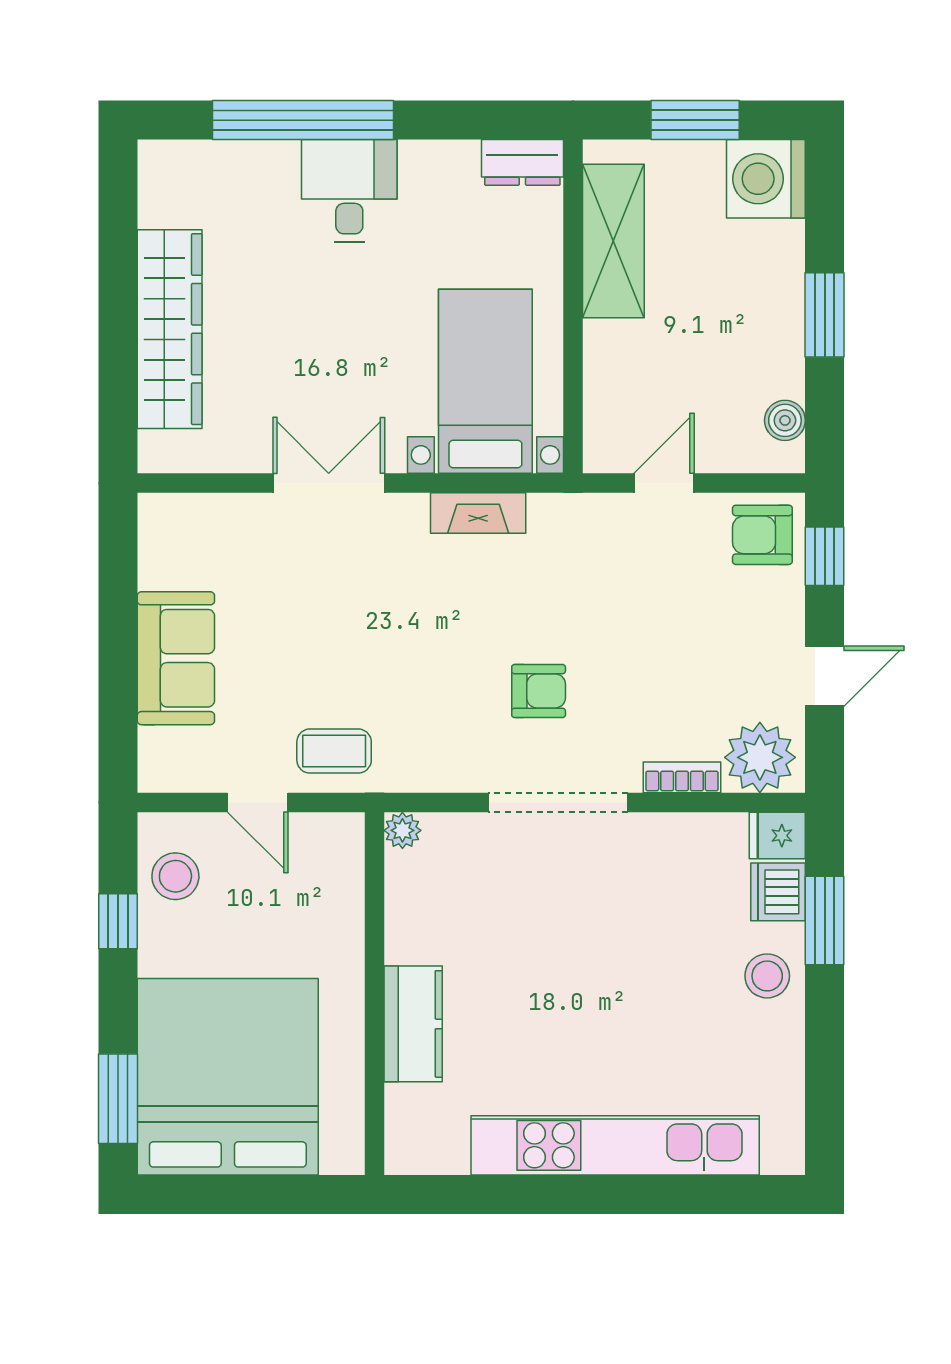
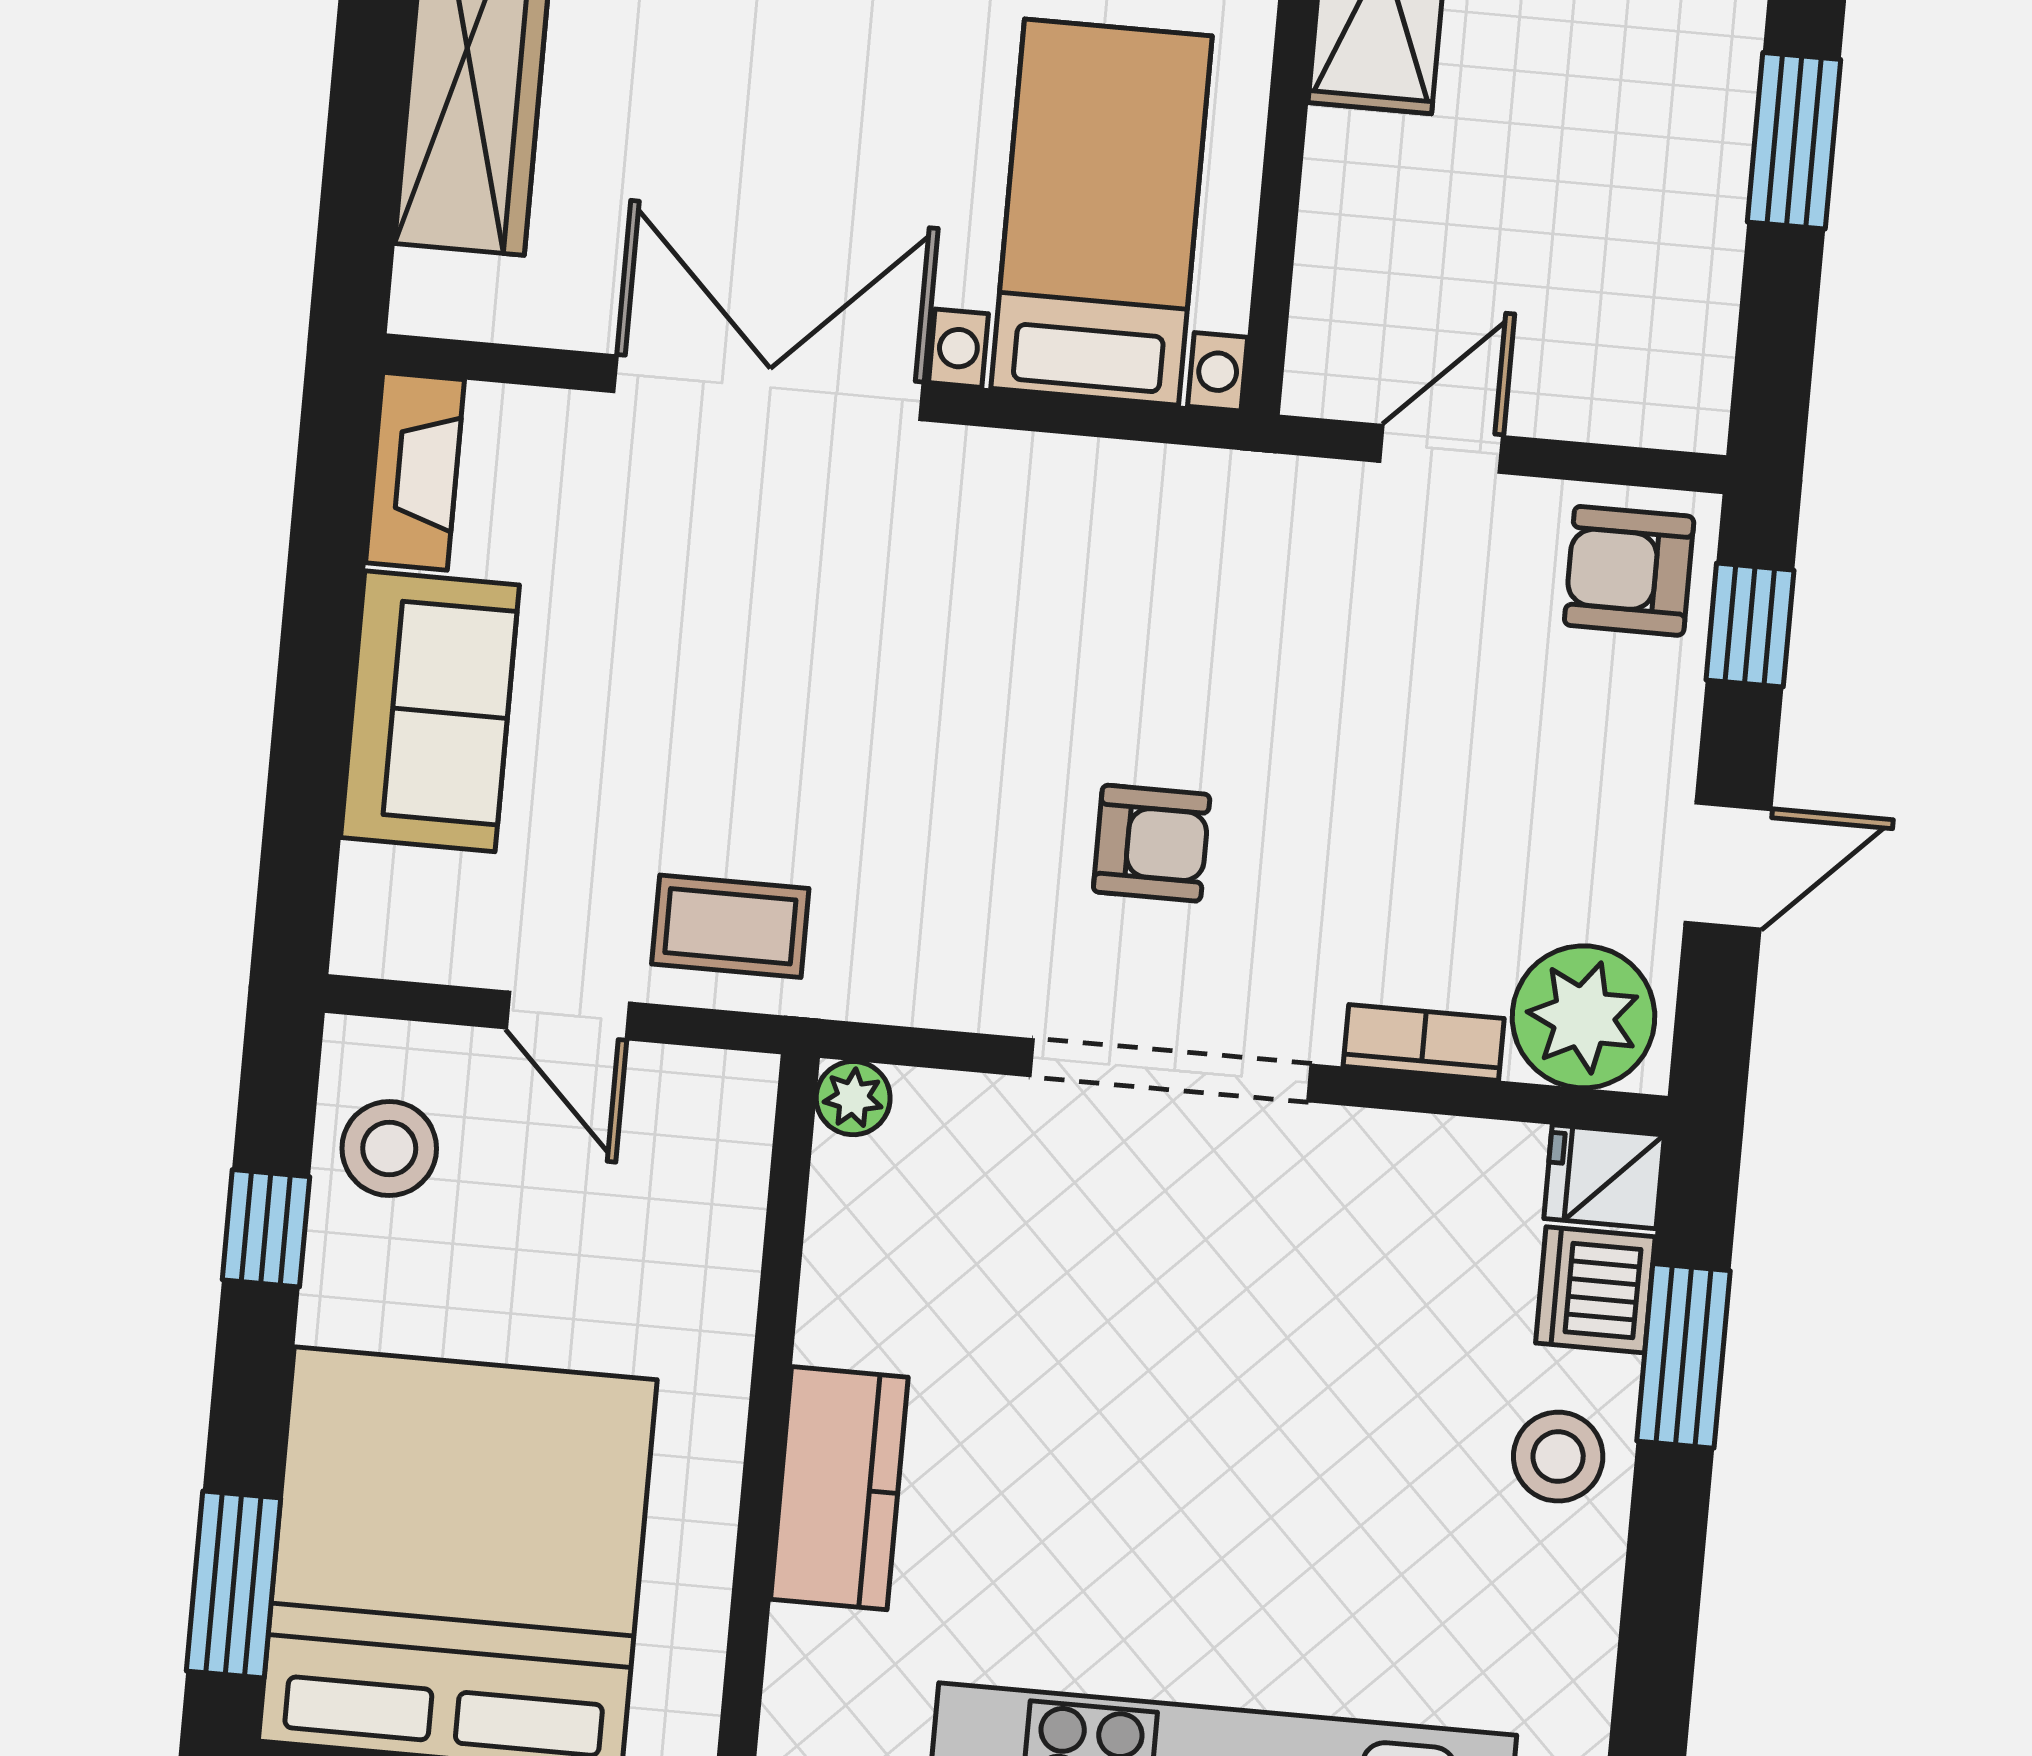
boiler: (785, 420) -> (1695, 345), removed
double door: (329, 483) -> (769, 388), width x1.37
fireplace: (478, 513) -> (415, 471), moved, turned -90

